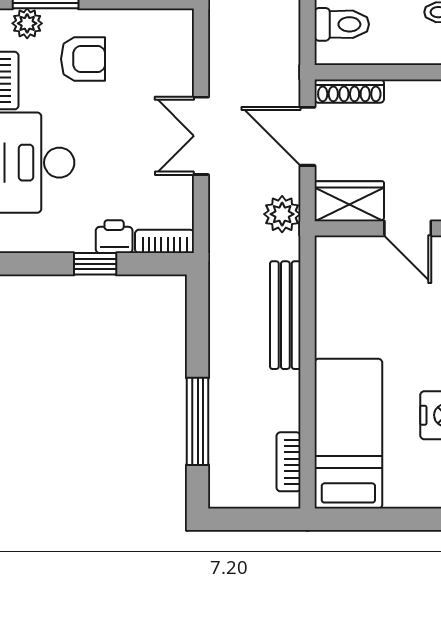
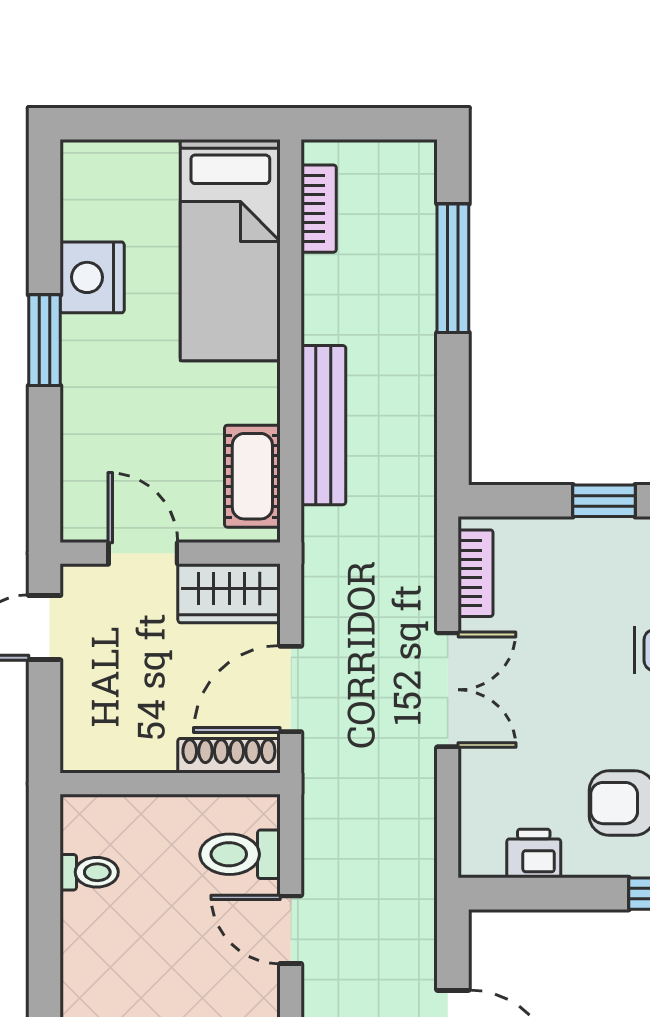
door: (308, 136) -> (291, 689), swing flipped
plant: (282, 214) -> (328, 574), removed
printer: (114, 237) -> (534, 853), moved, turned 180
bookcase: (165, 241) -> (476, 573), moved, turned -90
cot: (333, 280) -> (252, 476), added

